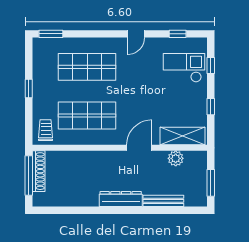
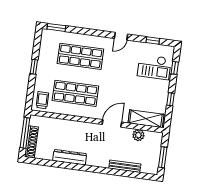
checkout: (184, 68) -> (154, 67), turned 180
shoe rack: (39, 171) -> (31, 142), moved
dresser: (121, 199) -> (70, 157), moved

